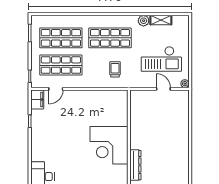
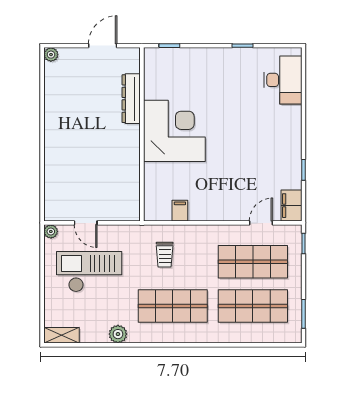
shelving: (161, 20) -> (62, 335), moved
filing cabinet: (106, 96) -> (180, 211), added

